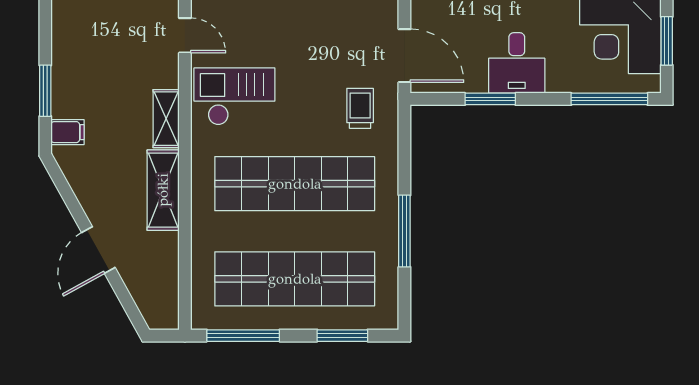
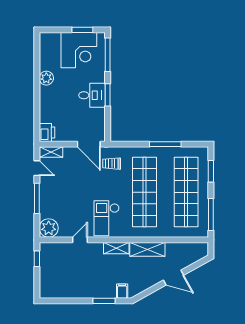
door: (404, 56) -> (89, 144), swing flipped
window: (490, 99) -> (108, 95), moved

